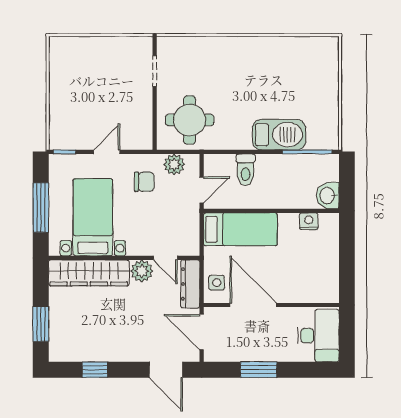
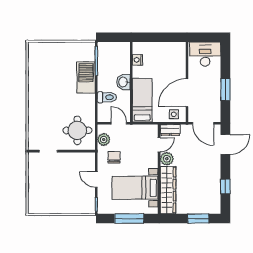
washbasin: (328, 196) -> (123, 82), moved, turned 90
dresser: (190, 284) -> (170, 130), width x0.70
door: (202, 332) -> (203, 123), hinge flipped

